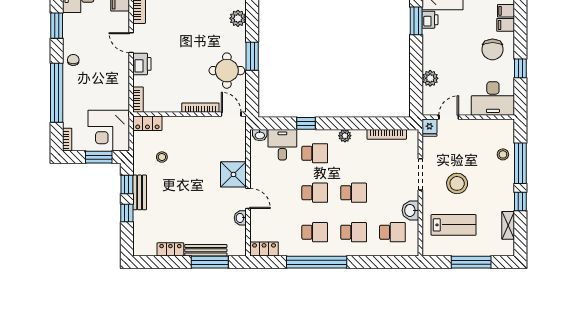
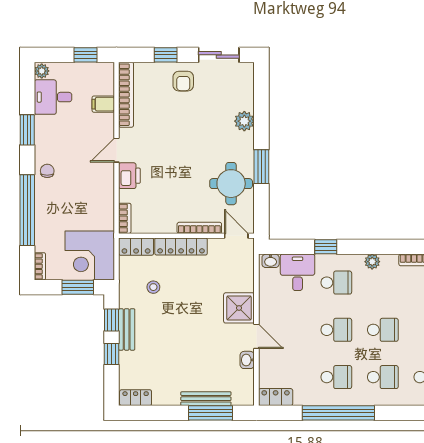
door: (131, 43) -> (117, 150), hinge flipped
locker: (185, 123) -> (181, 246), added
locker: (170, 249) -> (136, 398), moved

